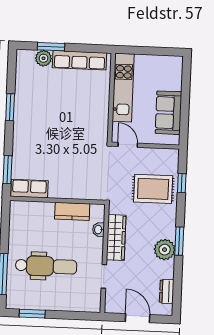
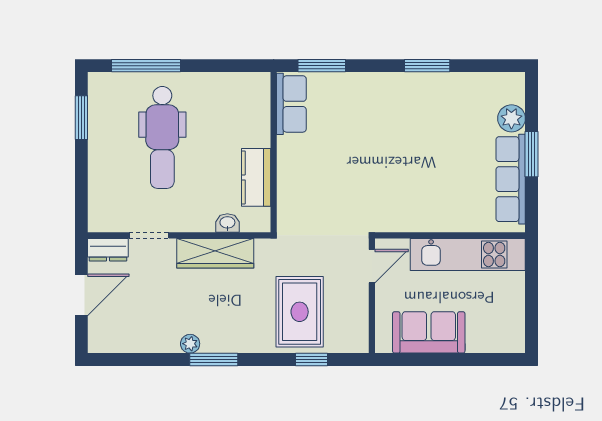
window: (51, 47) -> (531, 154), moved
plant: (165, 250) -> (190, 344), width x0.53, depth x0.53
dresser: (167, 291) -> (108, 250), moved, turned 180

